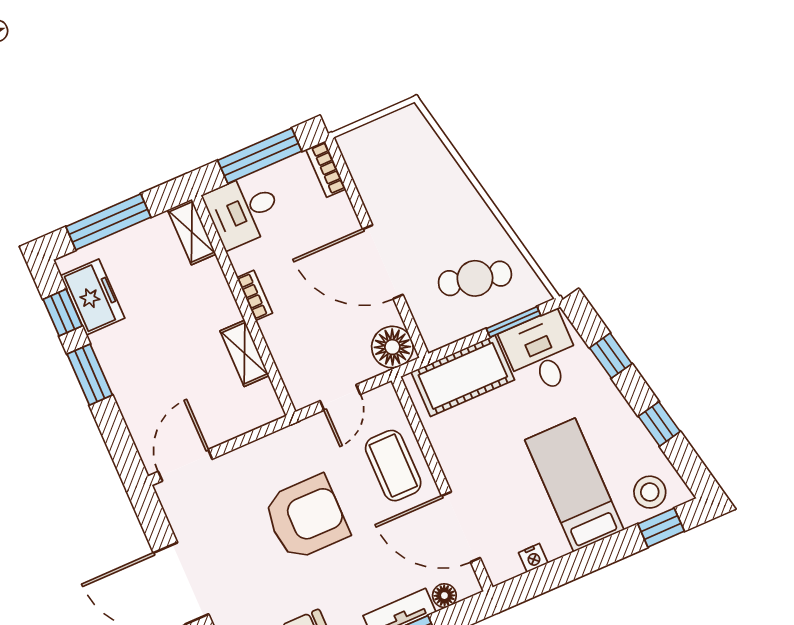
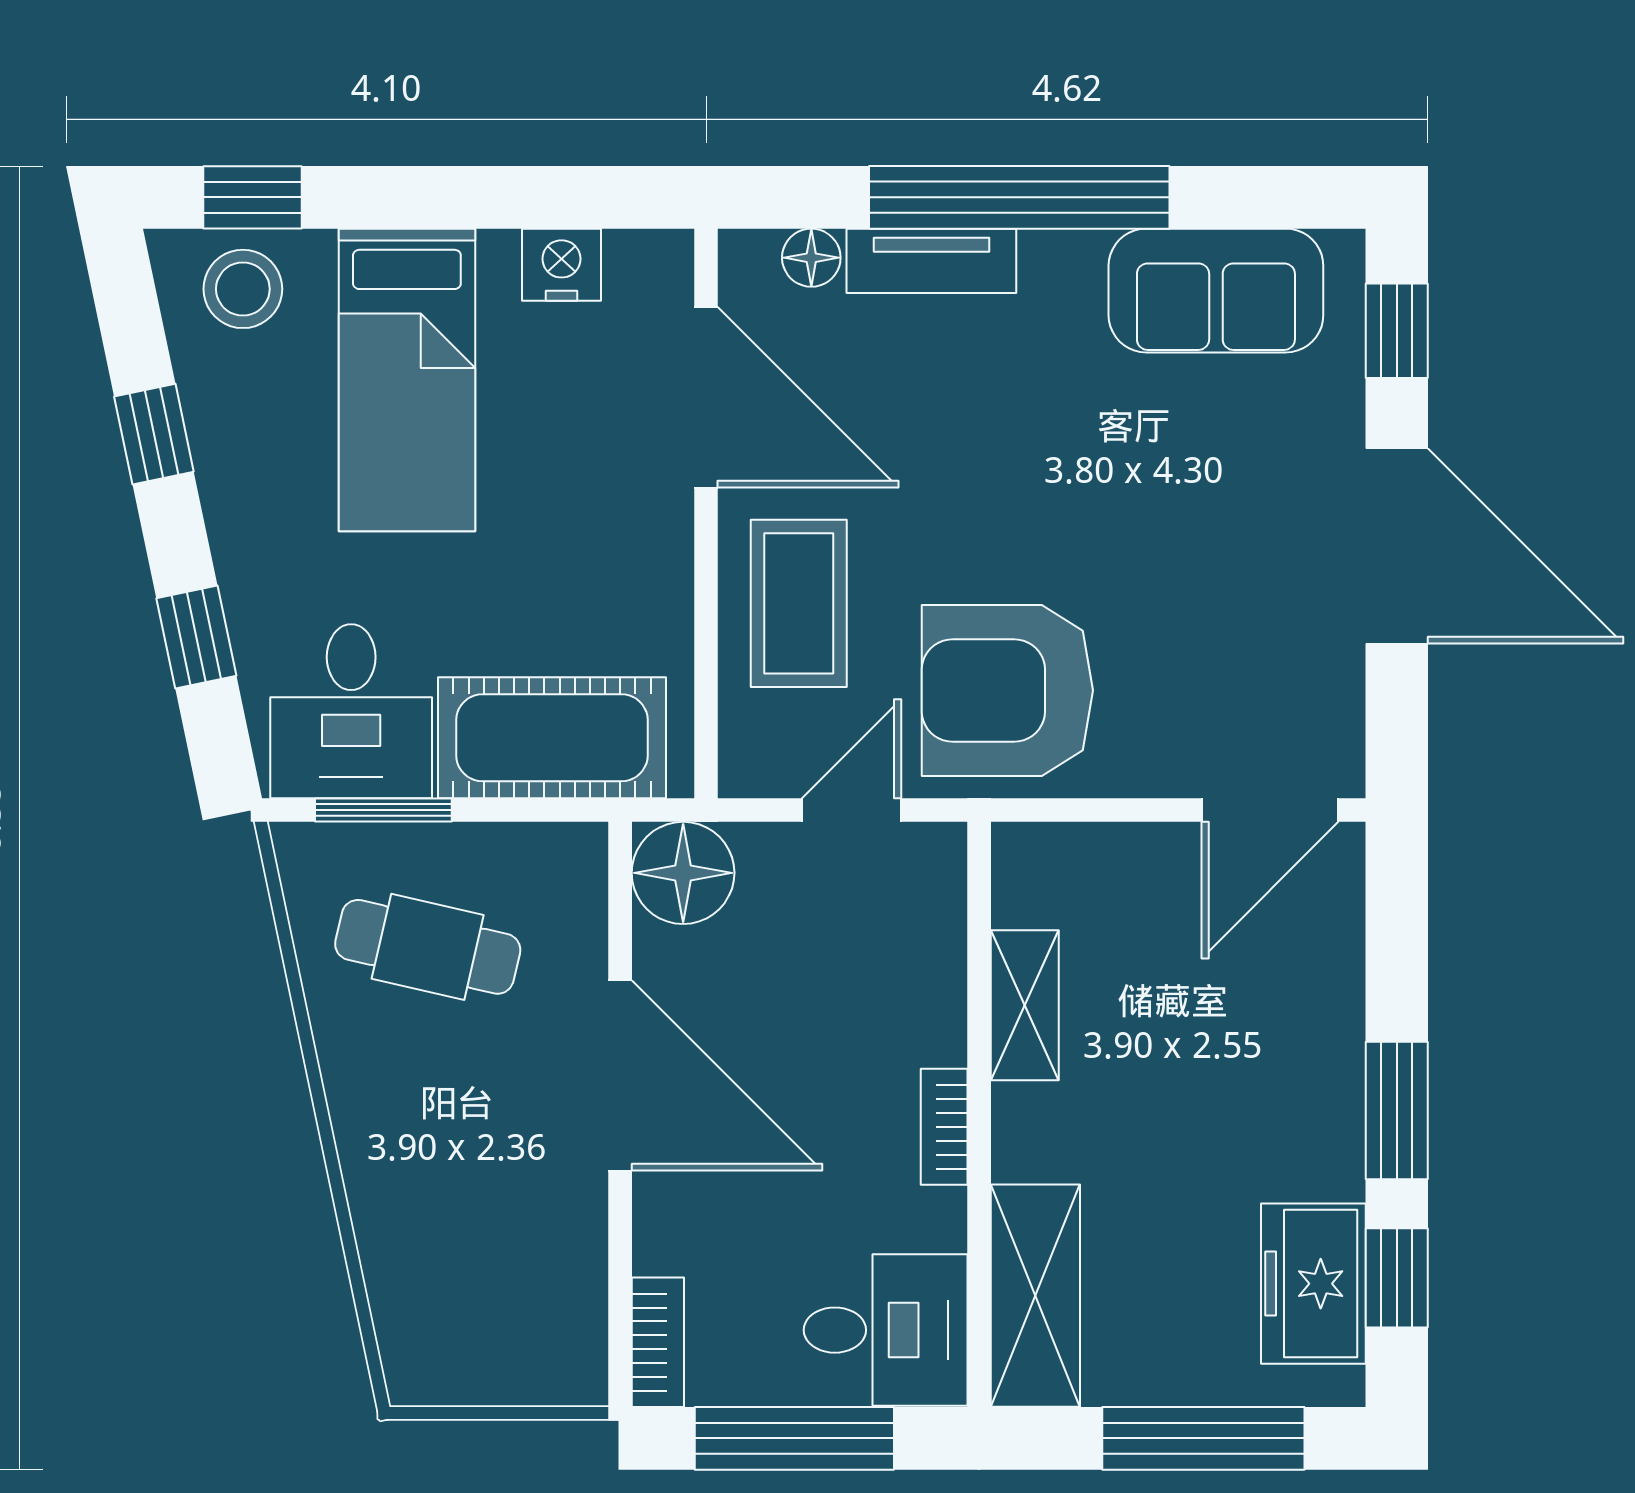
shelving: (192, 232) -> (1035, 1296), width x1.50, depth x1.33
armchair: (306, 518) -> (1007, 690), moved
nightstand: (533, 558) -> (562, 265), width x1.39, depth x1.35

